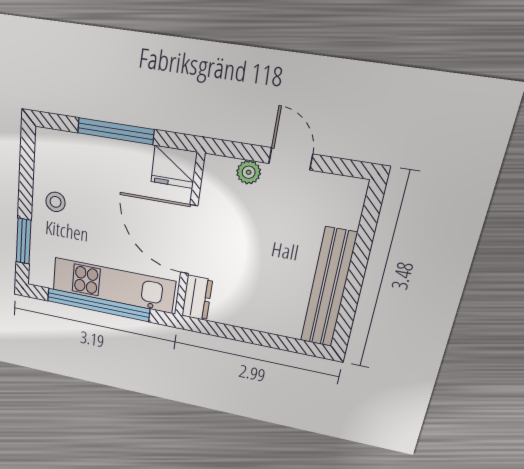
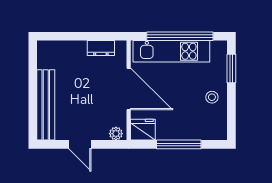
plant: (249, 172) -> (116, 134), moved
bench: (328, 288) -> (46, 105), moved
dresser: (197, 298) -> (101, 48), moved, turned -90

